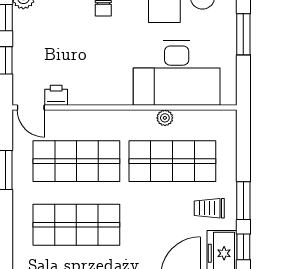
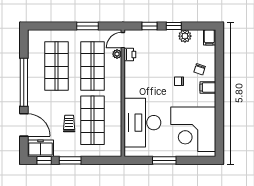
plant: (165, 118) -> (117, 54), moved
trolley: (209, 208) -> (69, 123), moved

